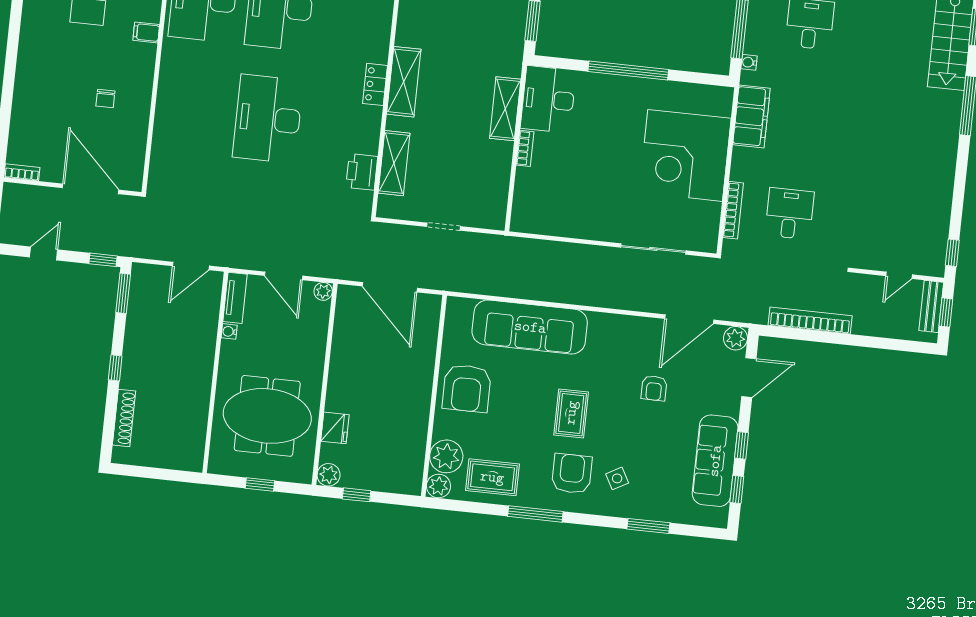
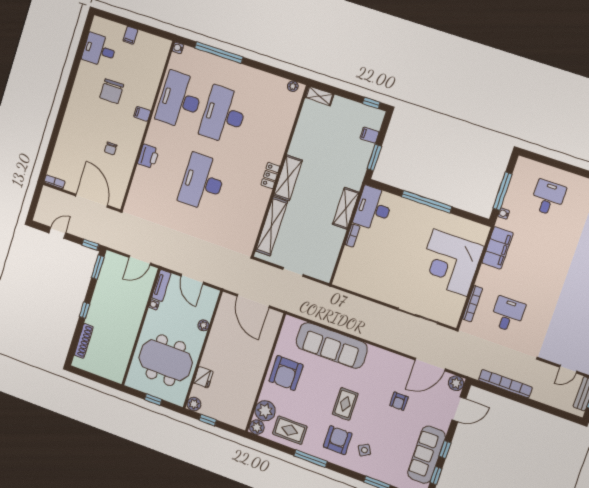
shelving: (394, 163) -> (272, 226), width x1.47
printer: (362, 172) -> (148, 156), moved, turned 180
plant: (323, 291) -> (203, 325), moved

